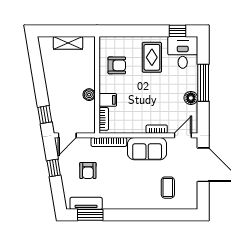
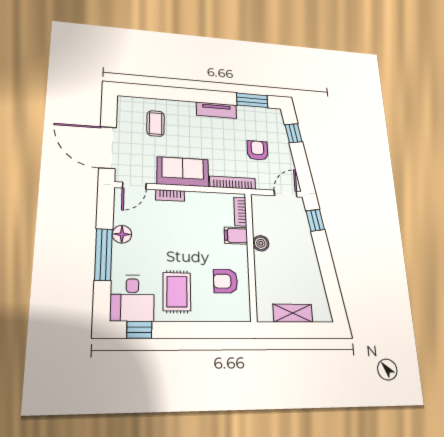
window: (54, 168) -> (294, 133), moved
tv unit: (86, 203) -> (216, 110), moved

